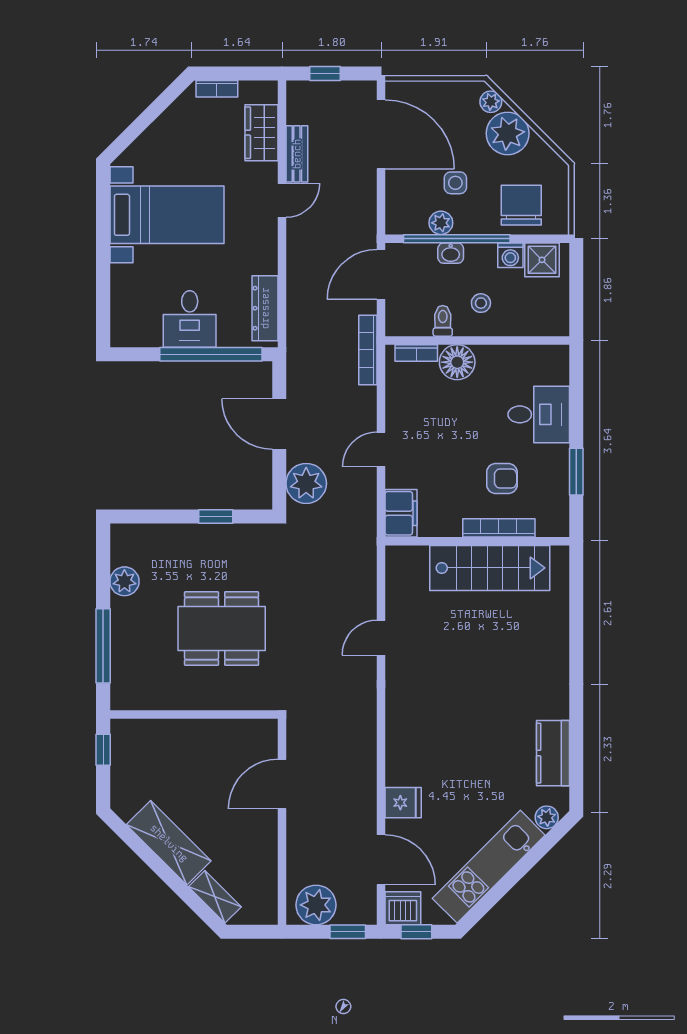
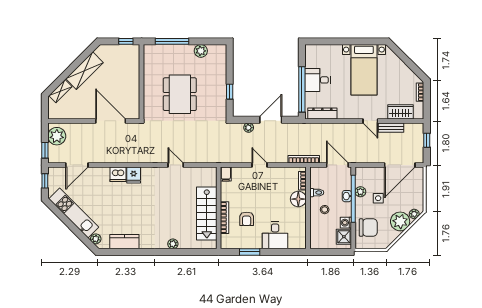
plant: (306, 483) -> (249, 128), width x0.53, depth x0.53
filing cabinet: (401, 513) -> (226, 174), width x0.50
plant: (558, 644) -> (173, 244), added
door: (282, 784) -> (111, 121), width x1.36
fridge: (403, 803) -> (134, 175), moved
dishwasher: (403, 908) -> (118, 174), moved, turned 90

